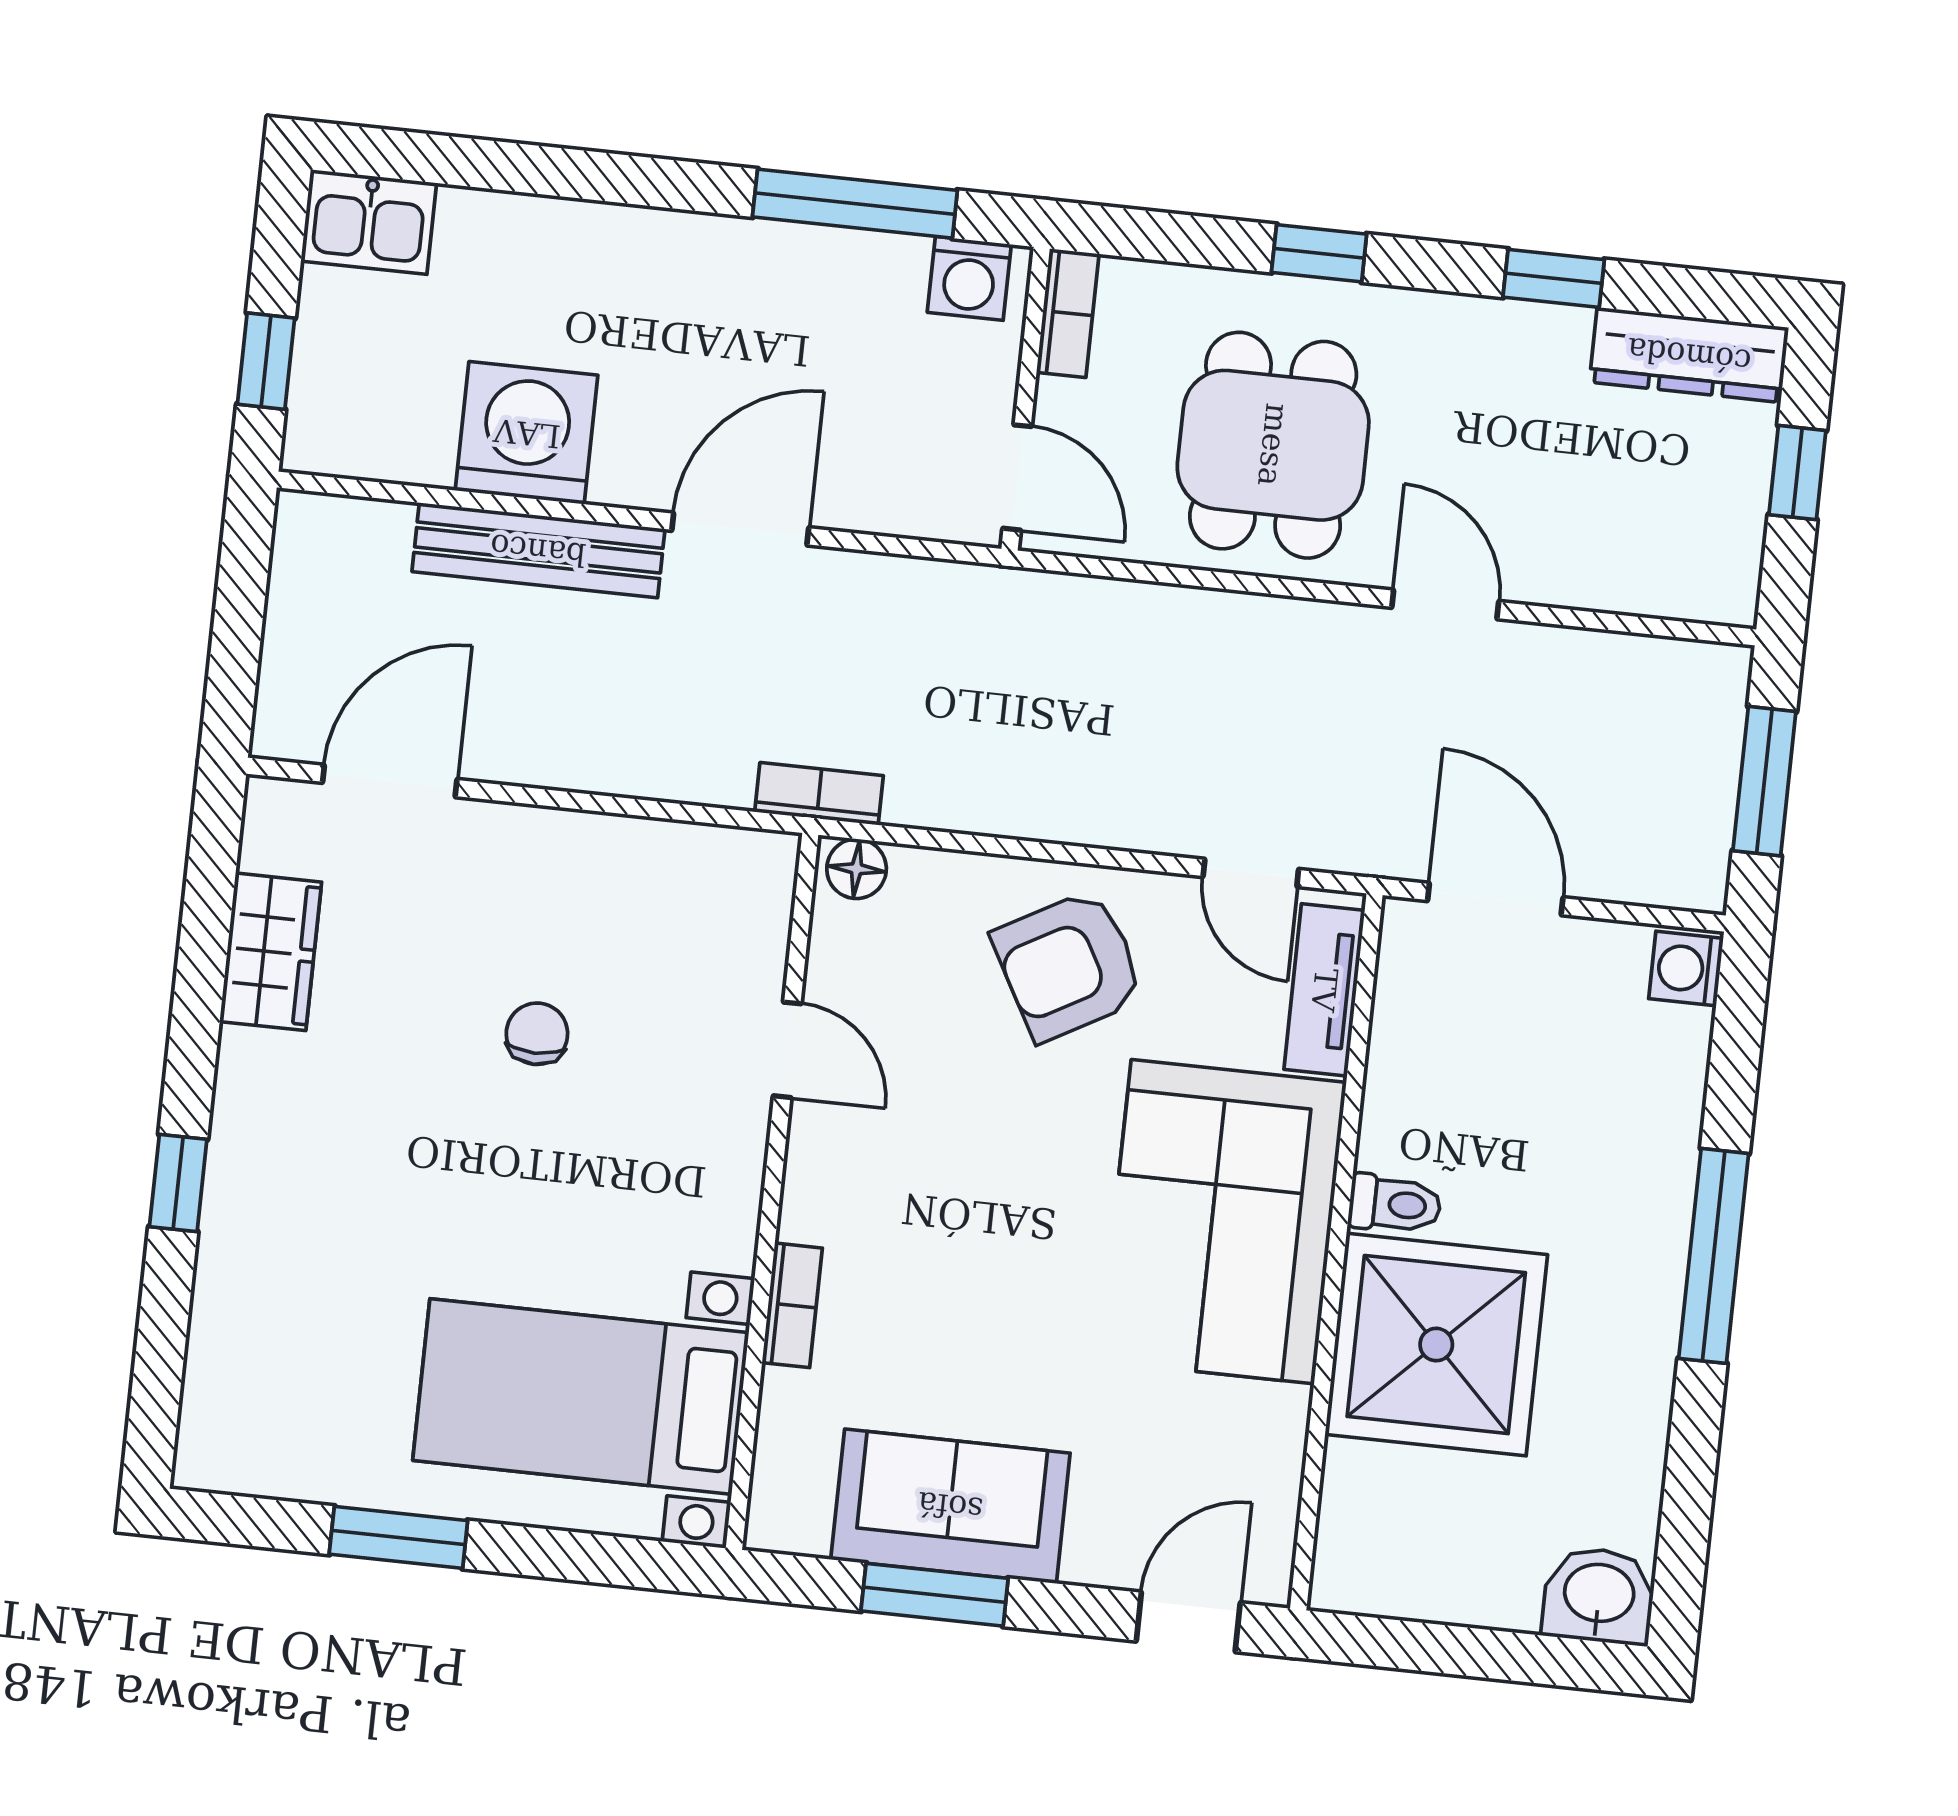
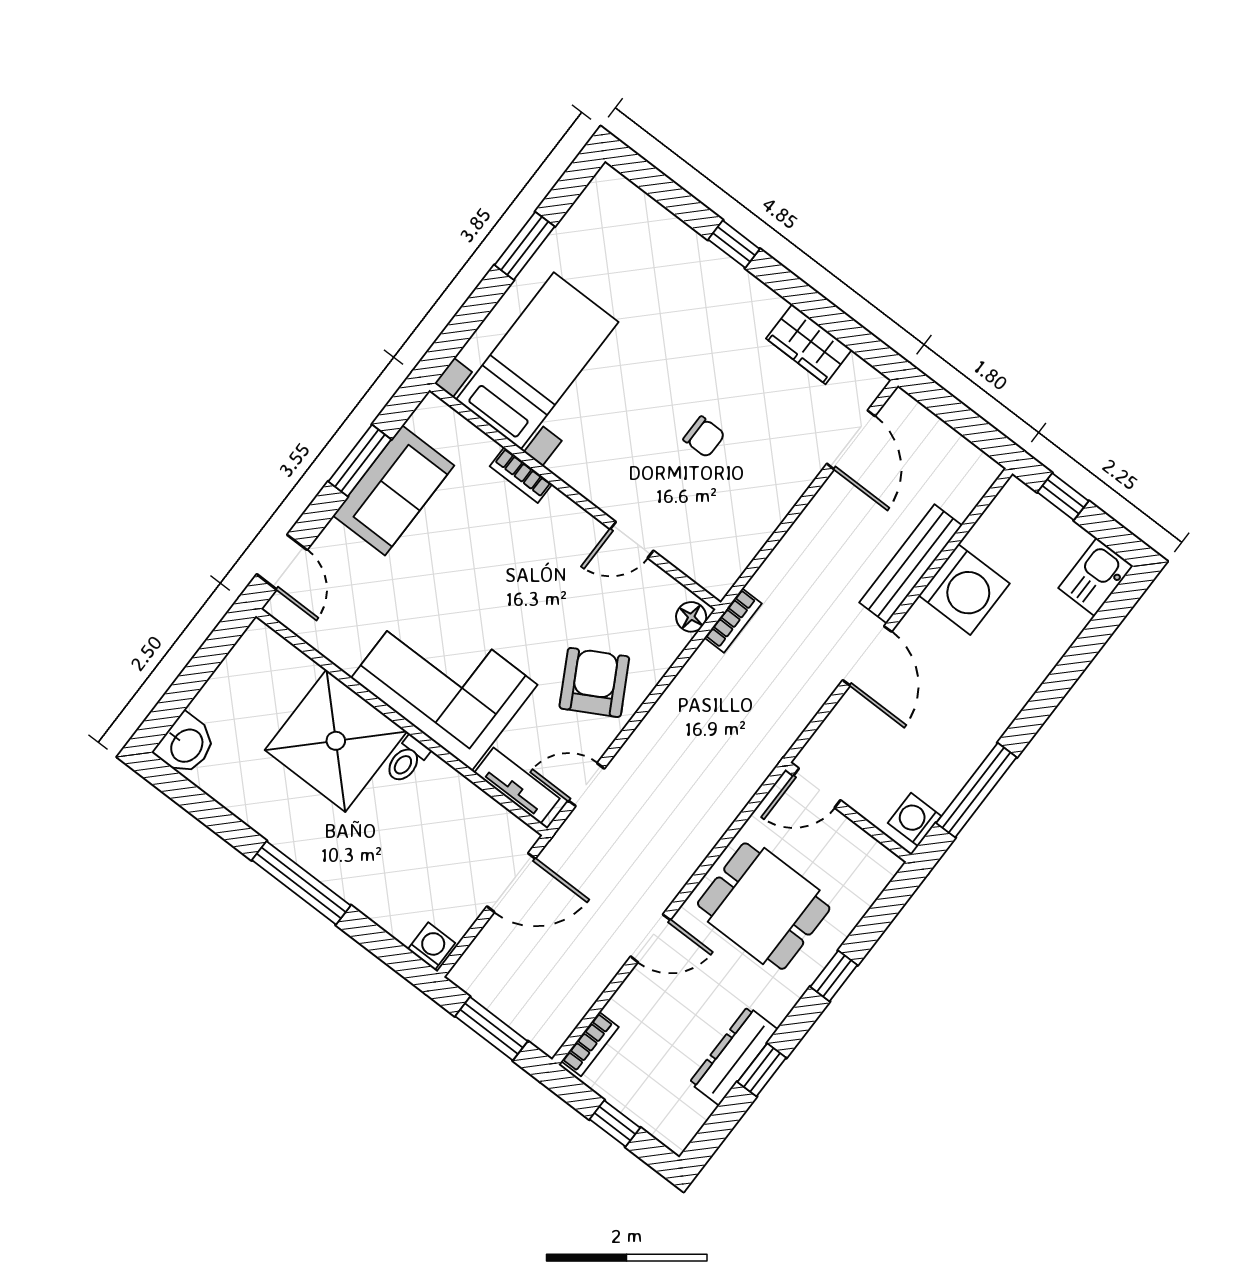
bookcase: (1068, 313) -> (590, 1044), moved, turned -90
dresser: (1689, 355) -> (733, 1056), moved

